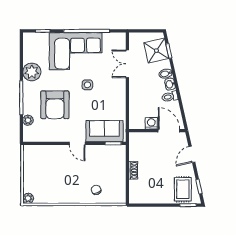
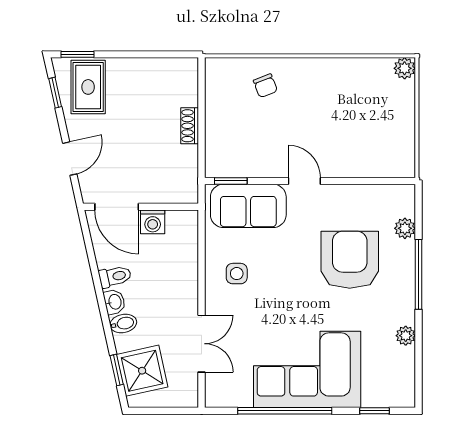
plant: (32, 72) -> (406, 336), width x0.53, depth x0.53
side table: (87, 85) -> (237, 274), moved

